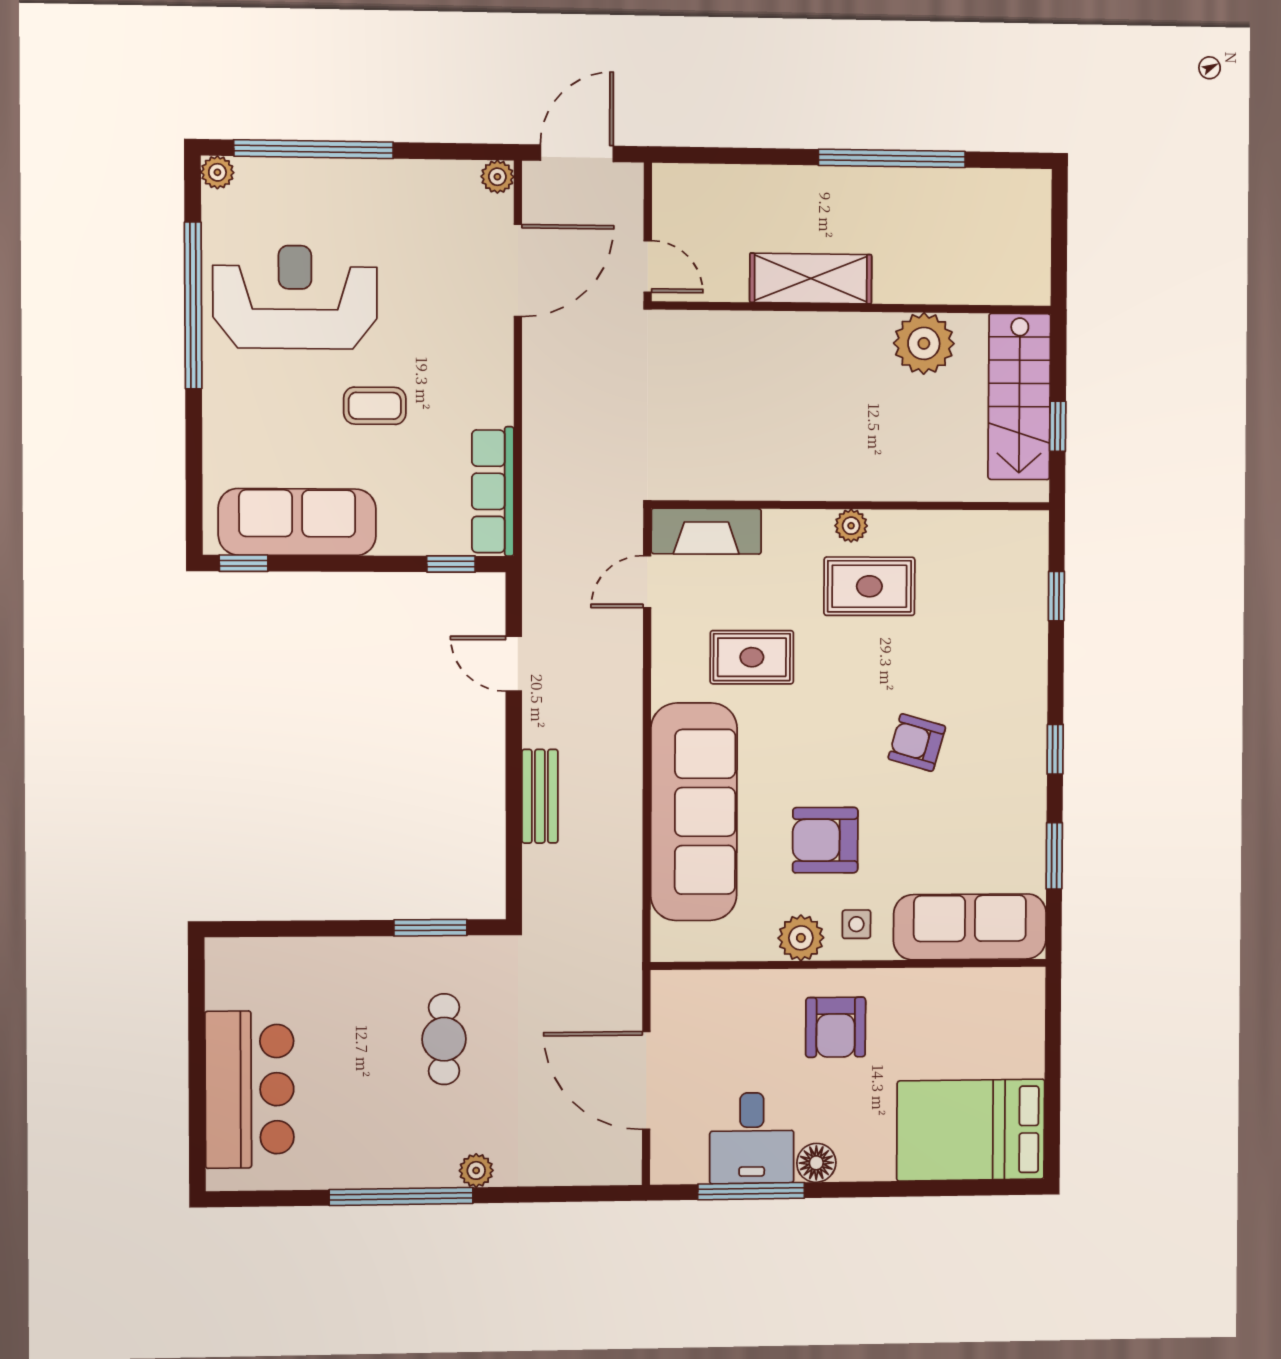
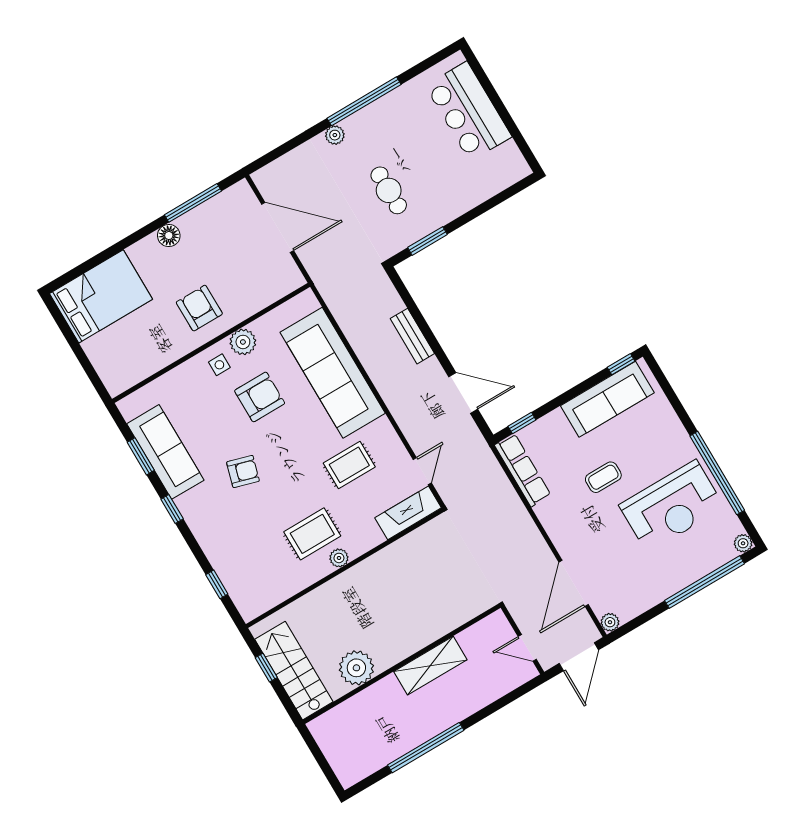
door: (648, 266) -> (527, 648), moved
door: (514, 664) -> (463, 393), width x1.38
sofa: (970, 927) -> (165, 452), moved, turned -90
desk: (752, 1138) -> (208, 229), removed

